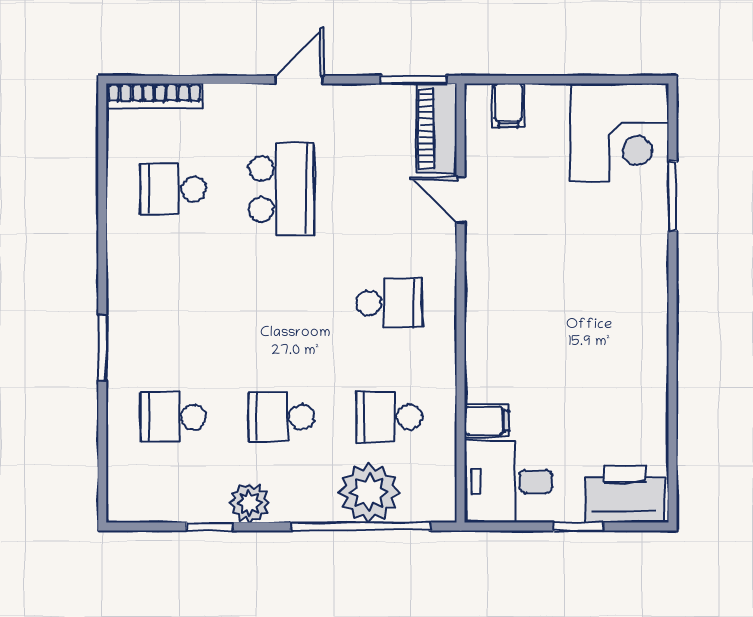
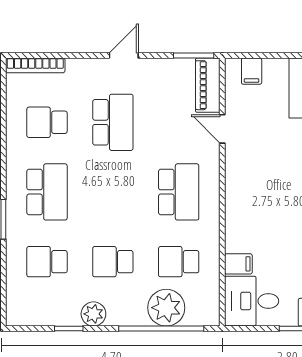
school desk: (174, 303) -> (47, 192), added
school desk: (389, 303) -> (179, 192), width x1.85

